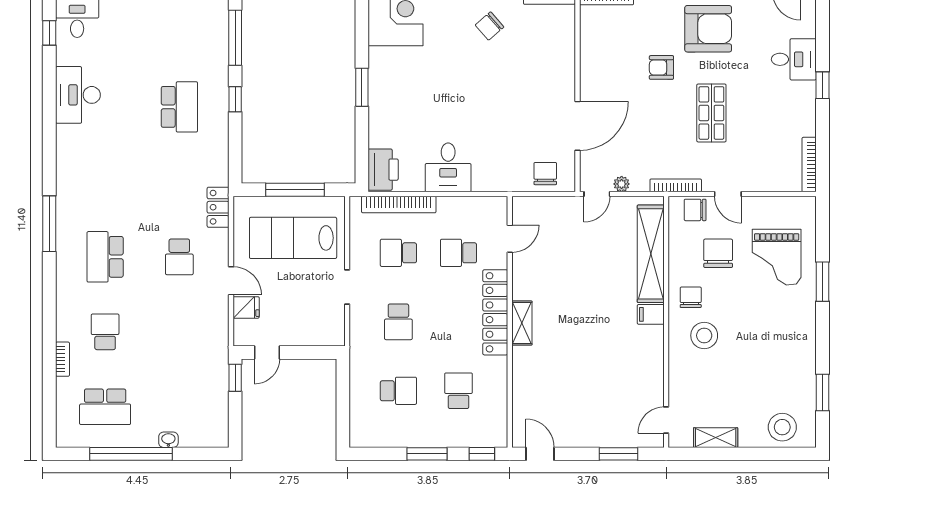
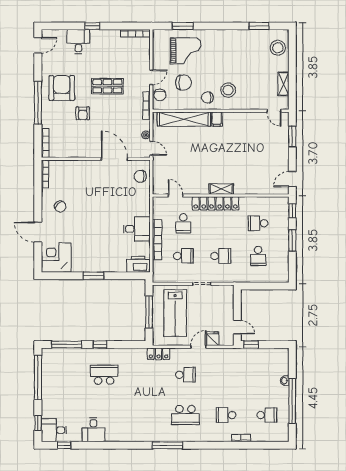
desk: (78, 95) -> (93, 430), width x0.73
bookcase: (399, 205) -> (157, 240), moved
school desk: (398, 253) -> (183, 256), turned -90
chair: (718, 253) -> (184, 83), turned 180
window: (822, 282) -> (183, 26), moved
school desk: (398, 391) -> (258, 256), turned 180
school desk: (105, 407) -> (267, 415), width x0.54

